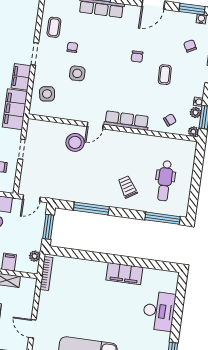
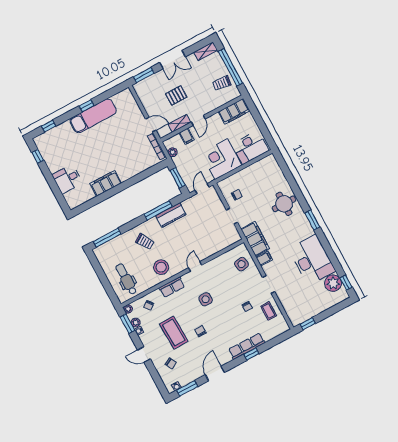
side table: (77, 73) -> (206, 299), moved
coffee table: (165, 75) -> (174, 333), width x1.86, depth x1.72
filing cabinet: (21, 77) -> (264, 259), width x0.50
row of seats: (127, 121) -> (172, 287), width x0.68
stool: (75, 142) -> (161, 267), moved
dental chair: (165, 181) -> (126, 279), moved
kitchen counter: (82, 195) -> (171, 215), added
desk: (159, 311) -> (67, 179), width x0.73
door: (32, 329) -> (151, 125), moved

